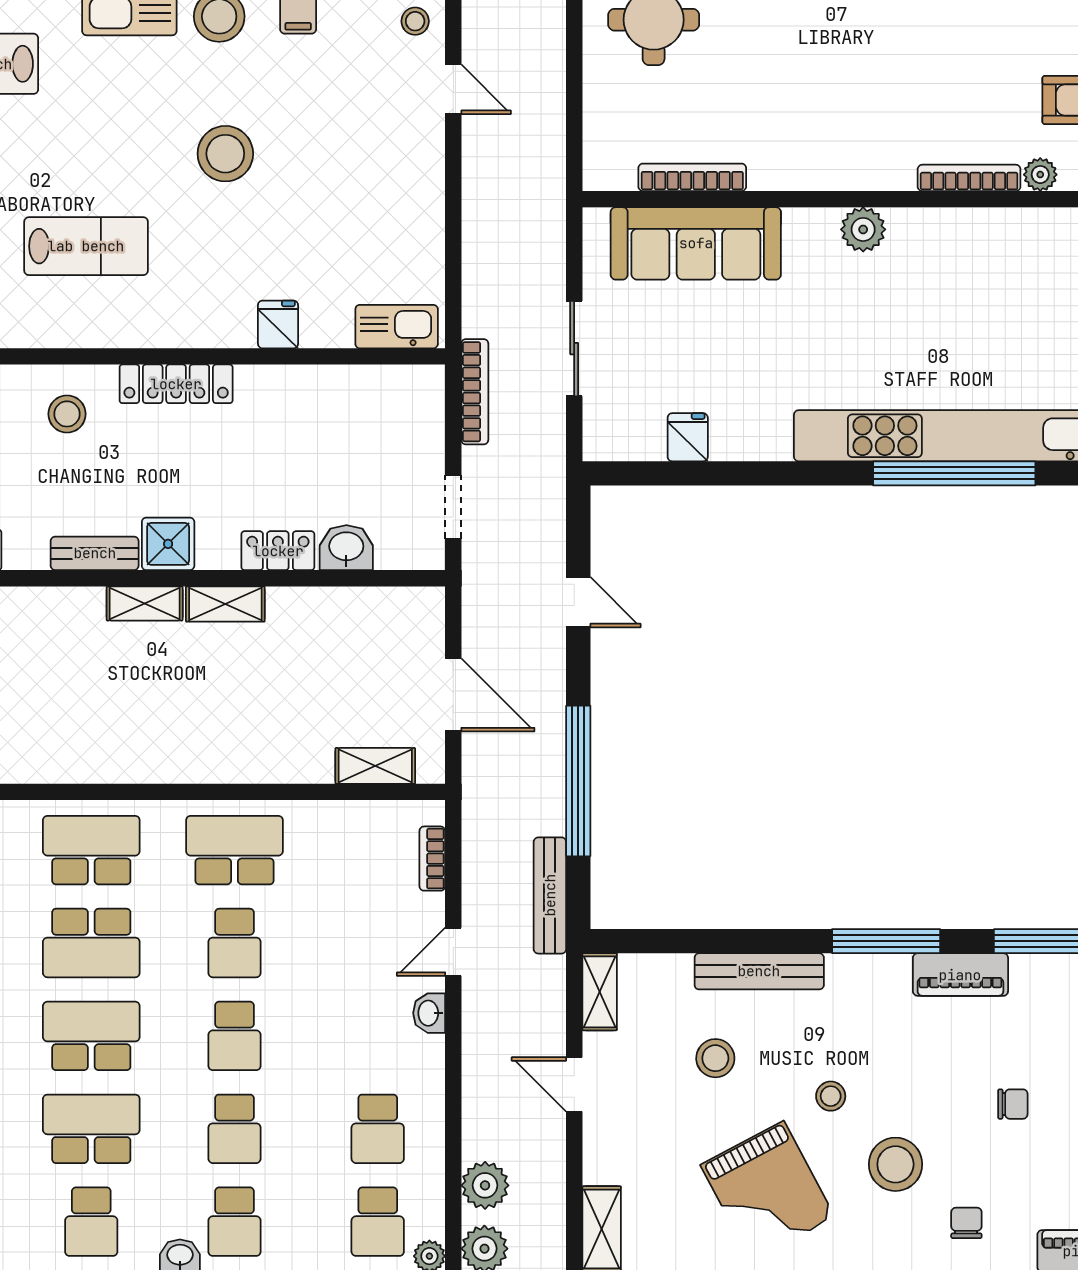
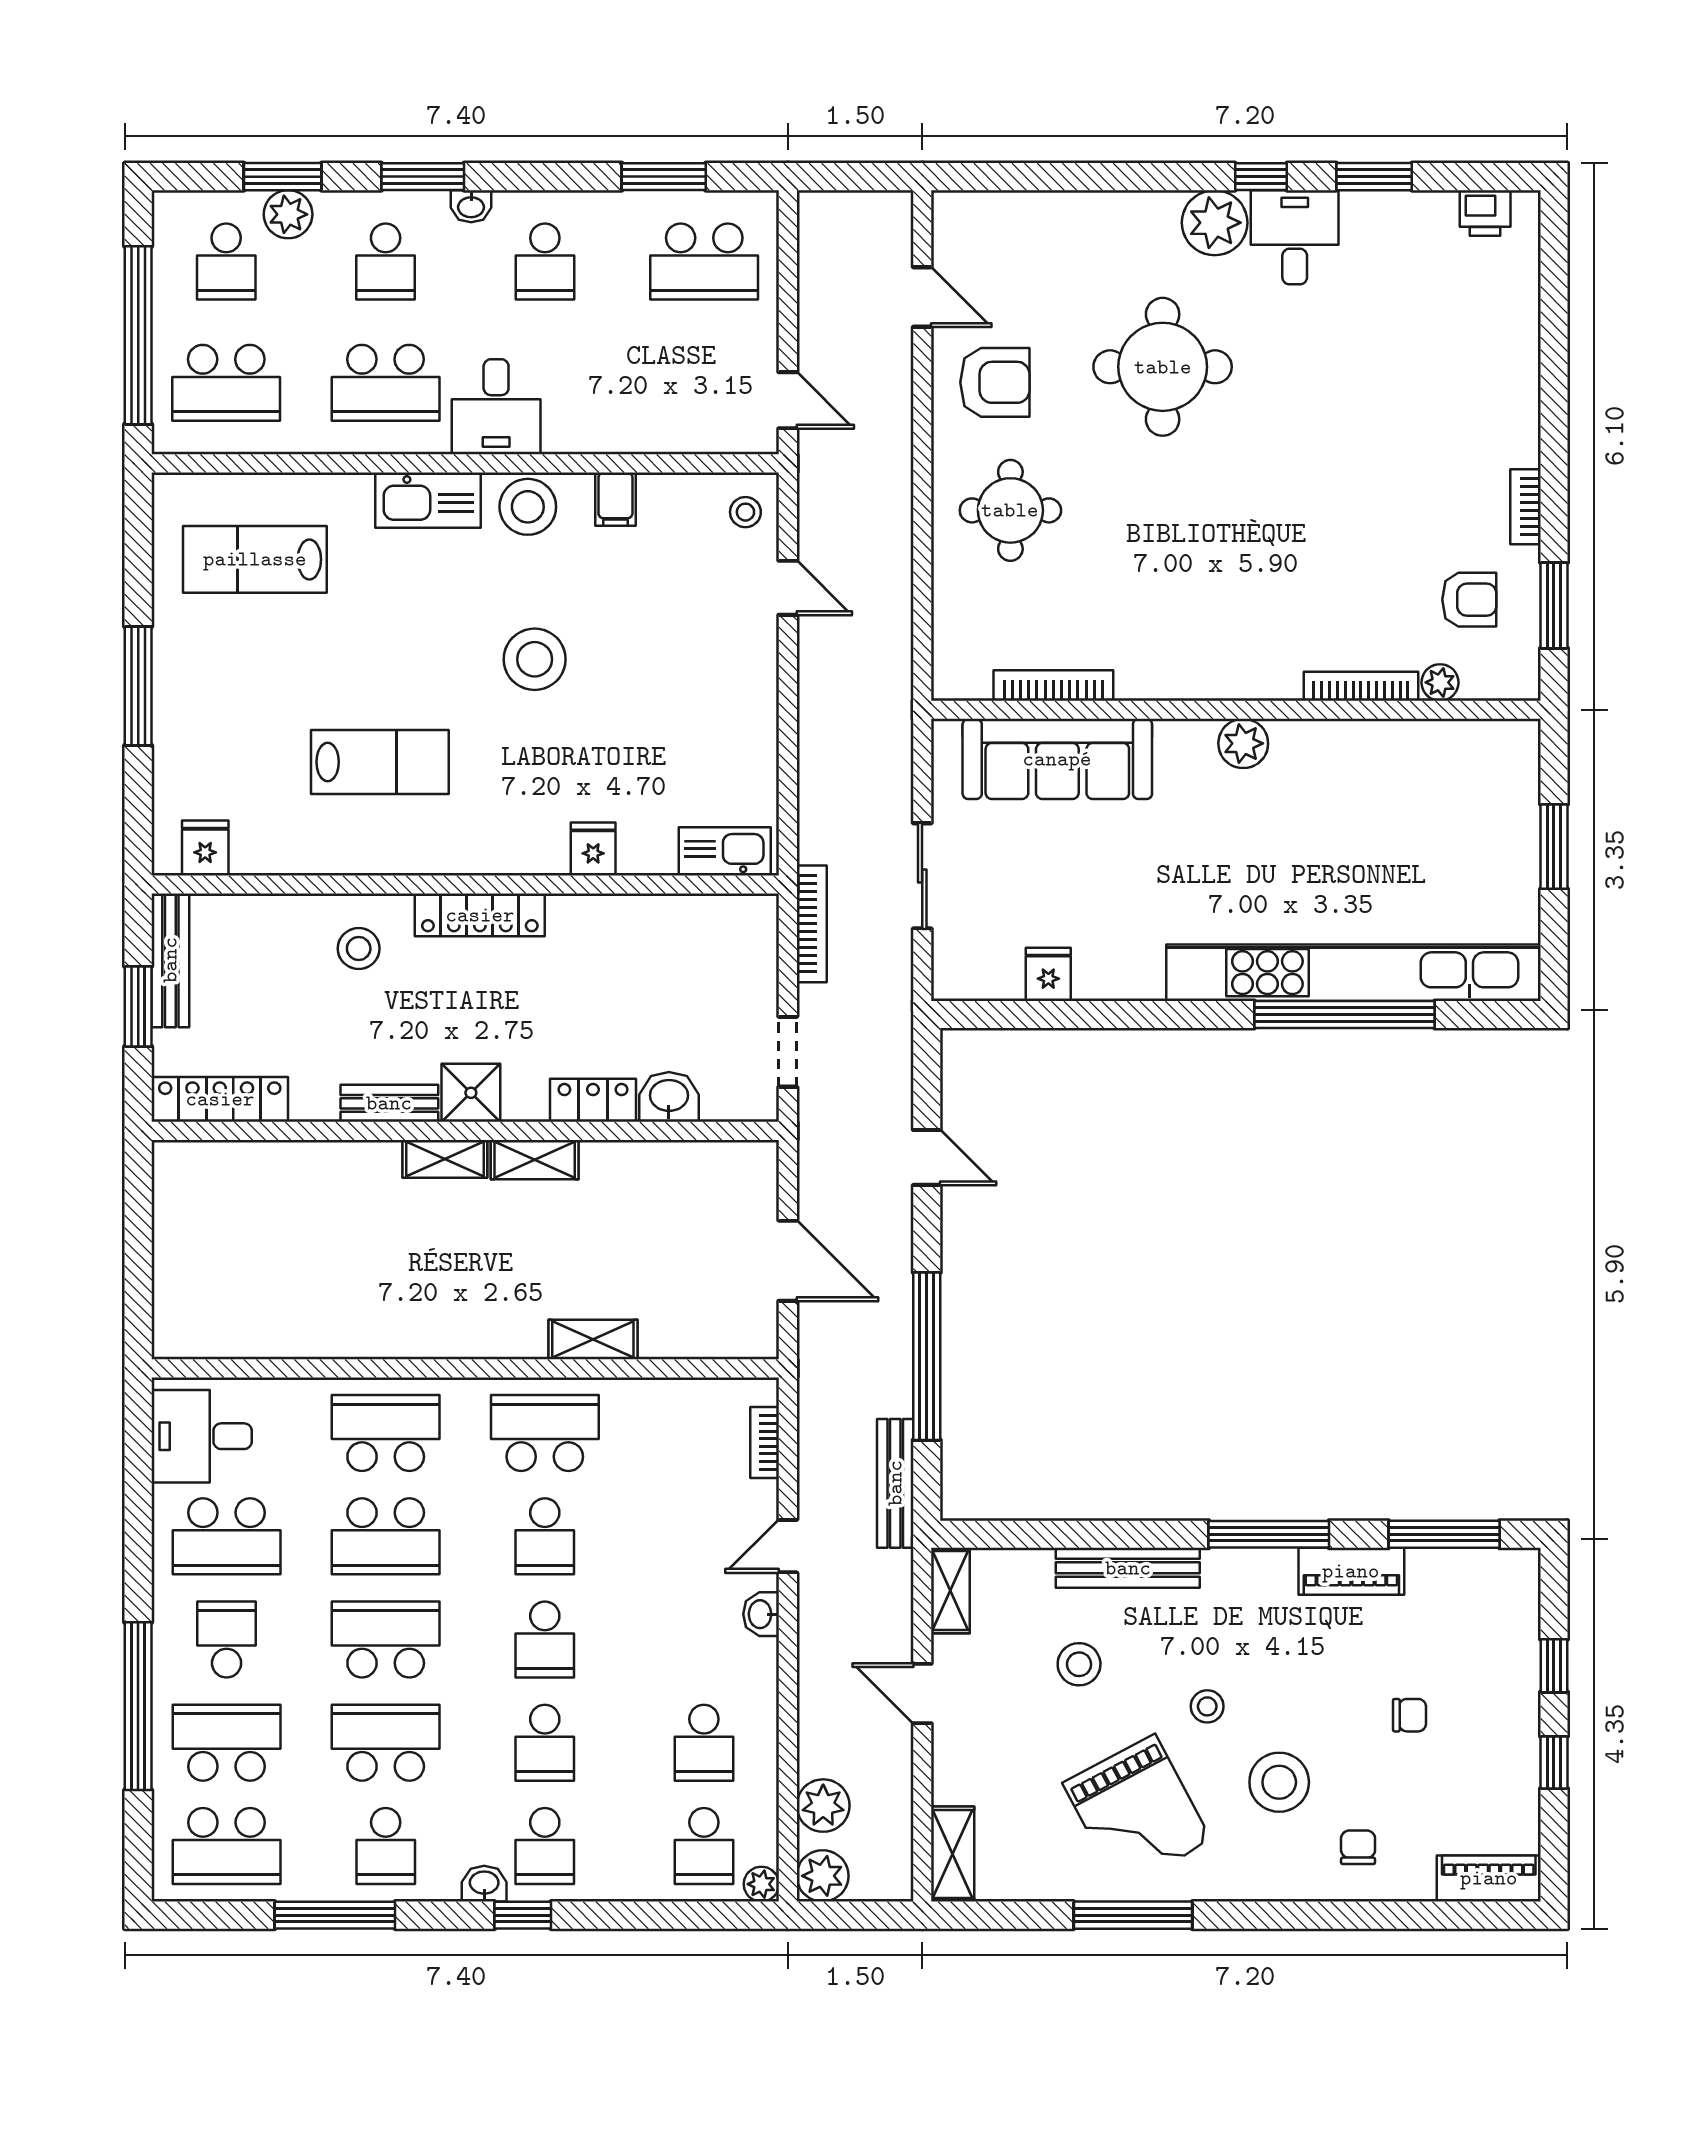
shelving: (375, 766) -> (593, 1340), moved

